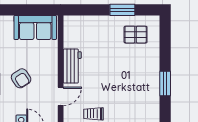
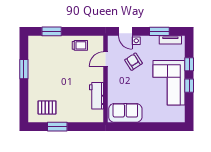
workbench: (72, 66) -> (96, 96), moved
armchair: (21, 78) -> (133, 62), moved

